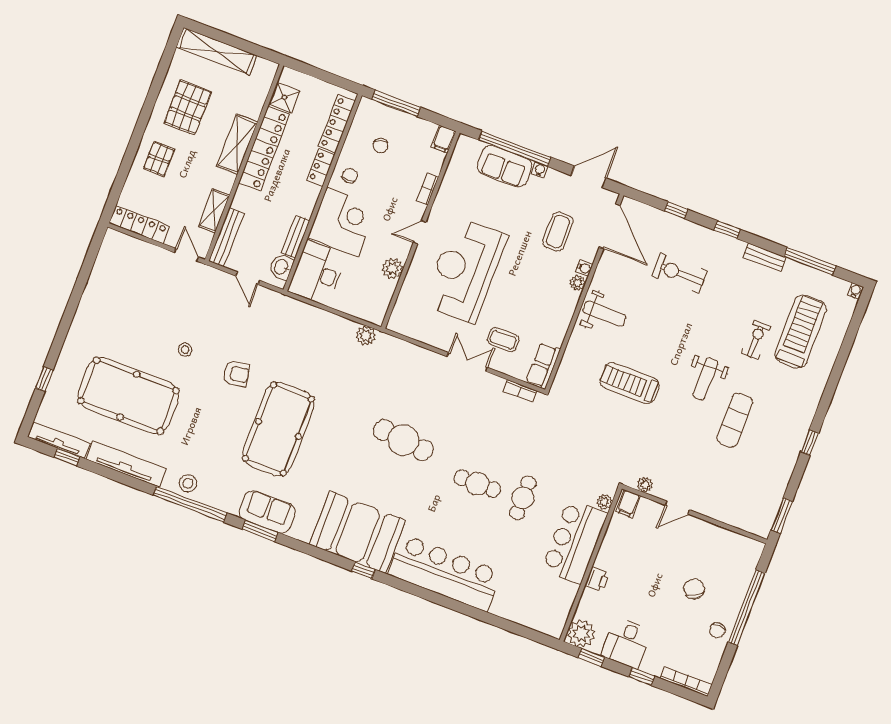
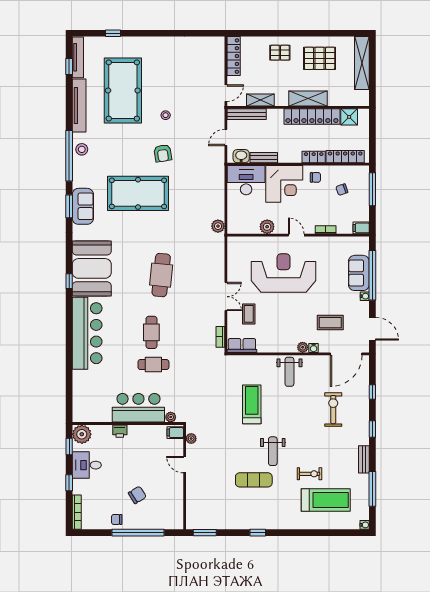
weight bench: (705, 379) -> (273, 451), turned -90

